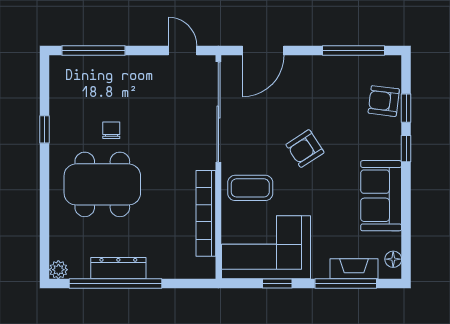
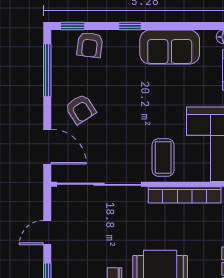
door: (183, 51) -> (47, 233), moved
window: (406, 108) -> (73, 26), moved
armchair: (305, 149) -> (81, 109), moved

